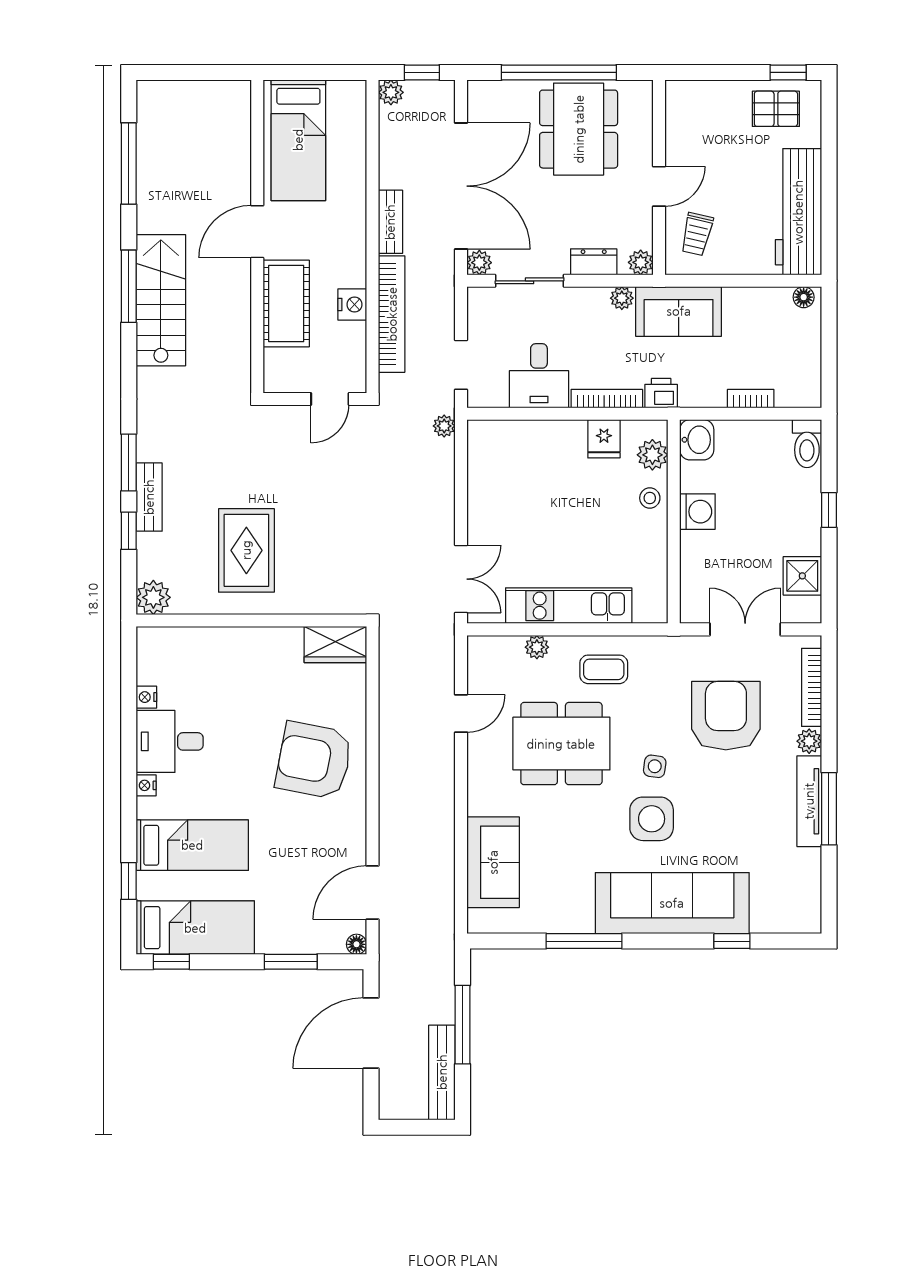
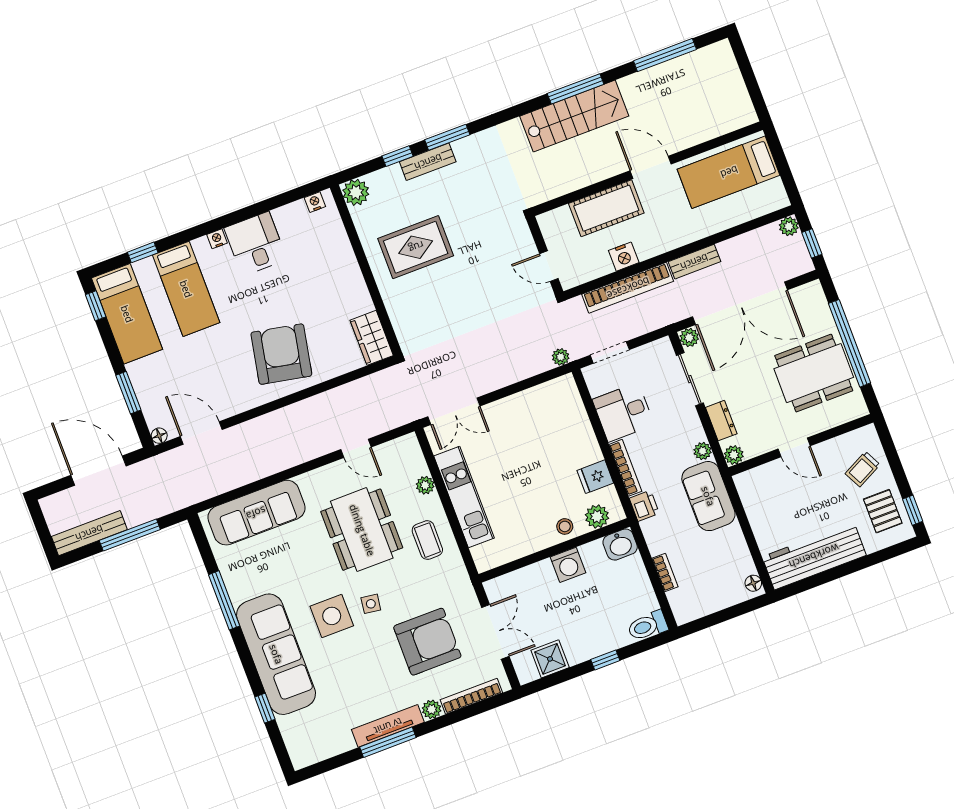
trolley: (697, 234) -> (863, 469), moved, turned -40
nightstand: (146, 697) -> (315, 202), moved
sofa: (493, 862) -> (256, 513), width x1.36

